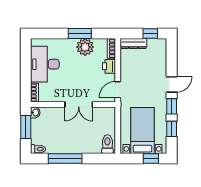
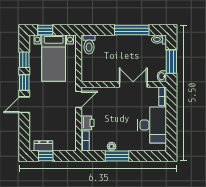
dresser: (133, 44) -> (43, 146), moved, width x0.70
plant: (85, 47) -> (112, 146), width x0.53, depth x0.53
double door: (79, 105) -> (133, 84), moved

